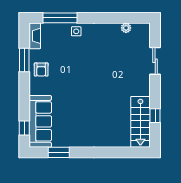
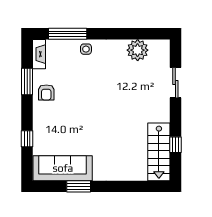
plant: (126, 28) -> (138, 50), width x1.87, depth x1.87
sofa: (40, 121) -> (63, 168), moved, turned -90
window: (24, 128) -> (27, 139), moved
window: (59, 152) -> (79, 186), moved

